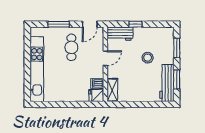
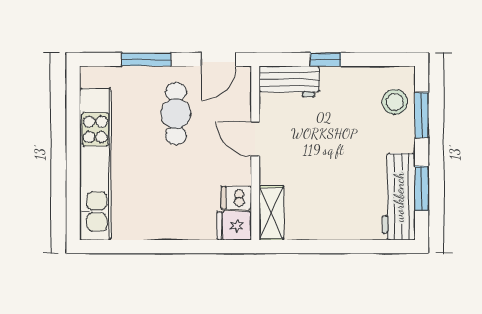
door: (105, 58) -> (255, 139), swing flipped
stool: (148, 58) -> (395, 102), moved

